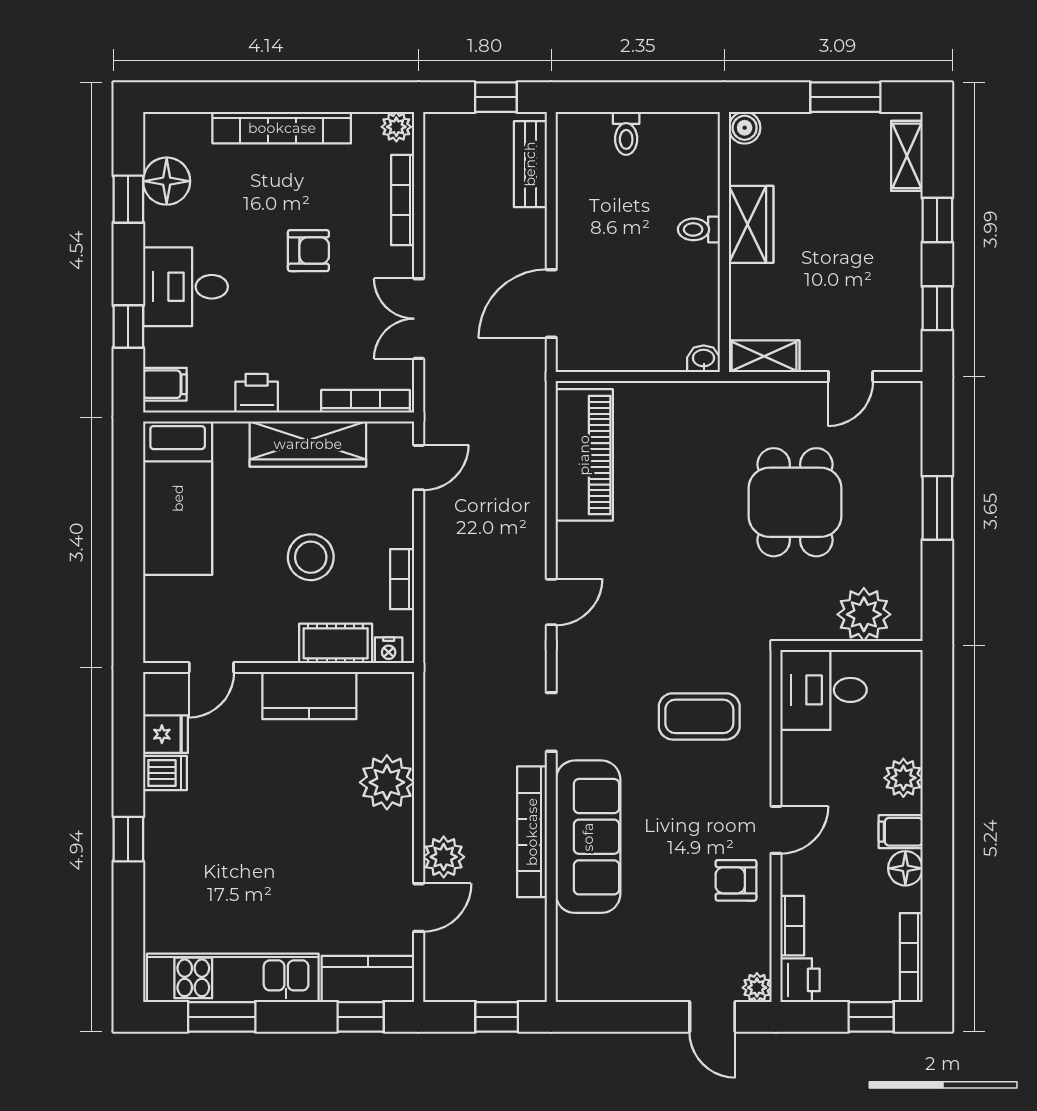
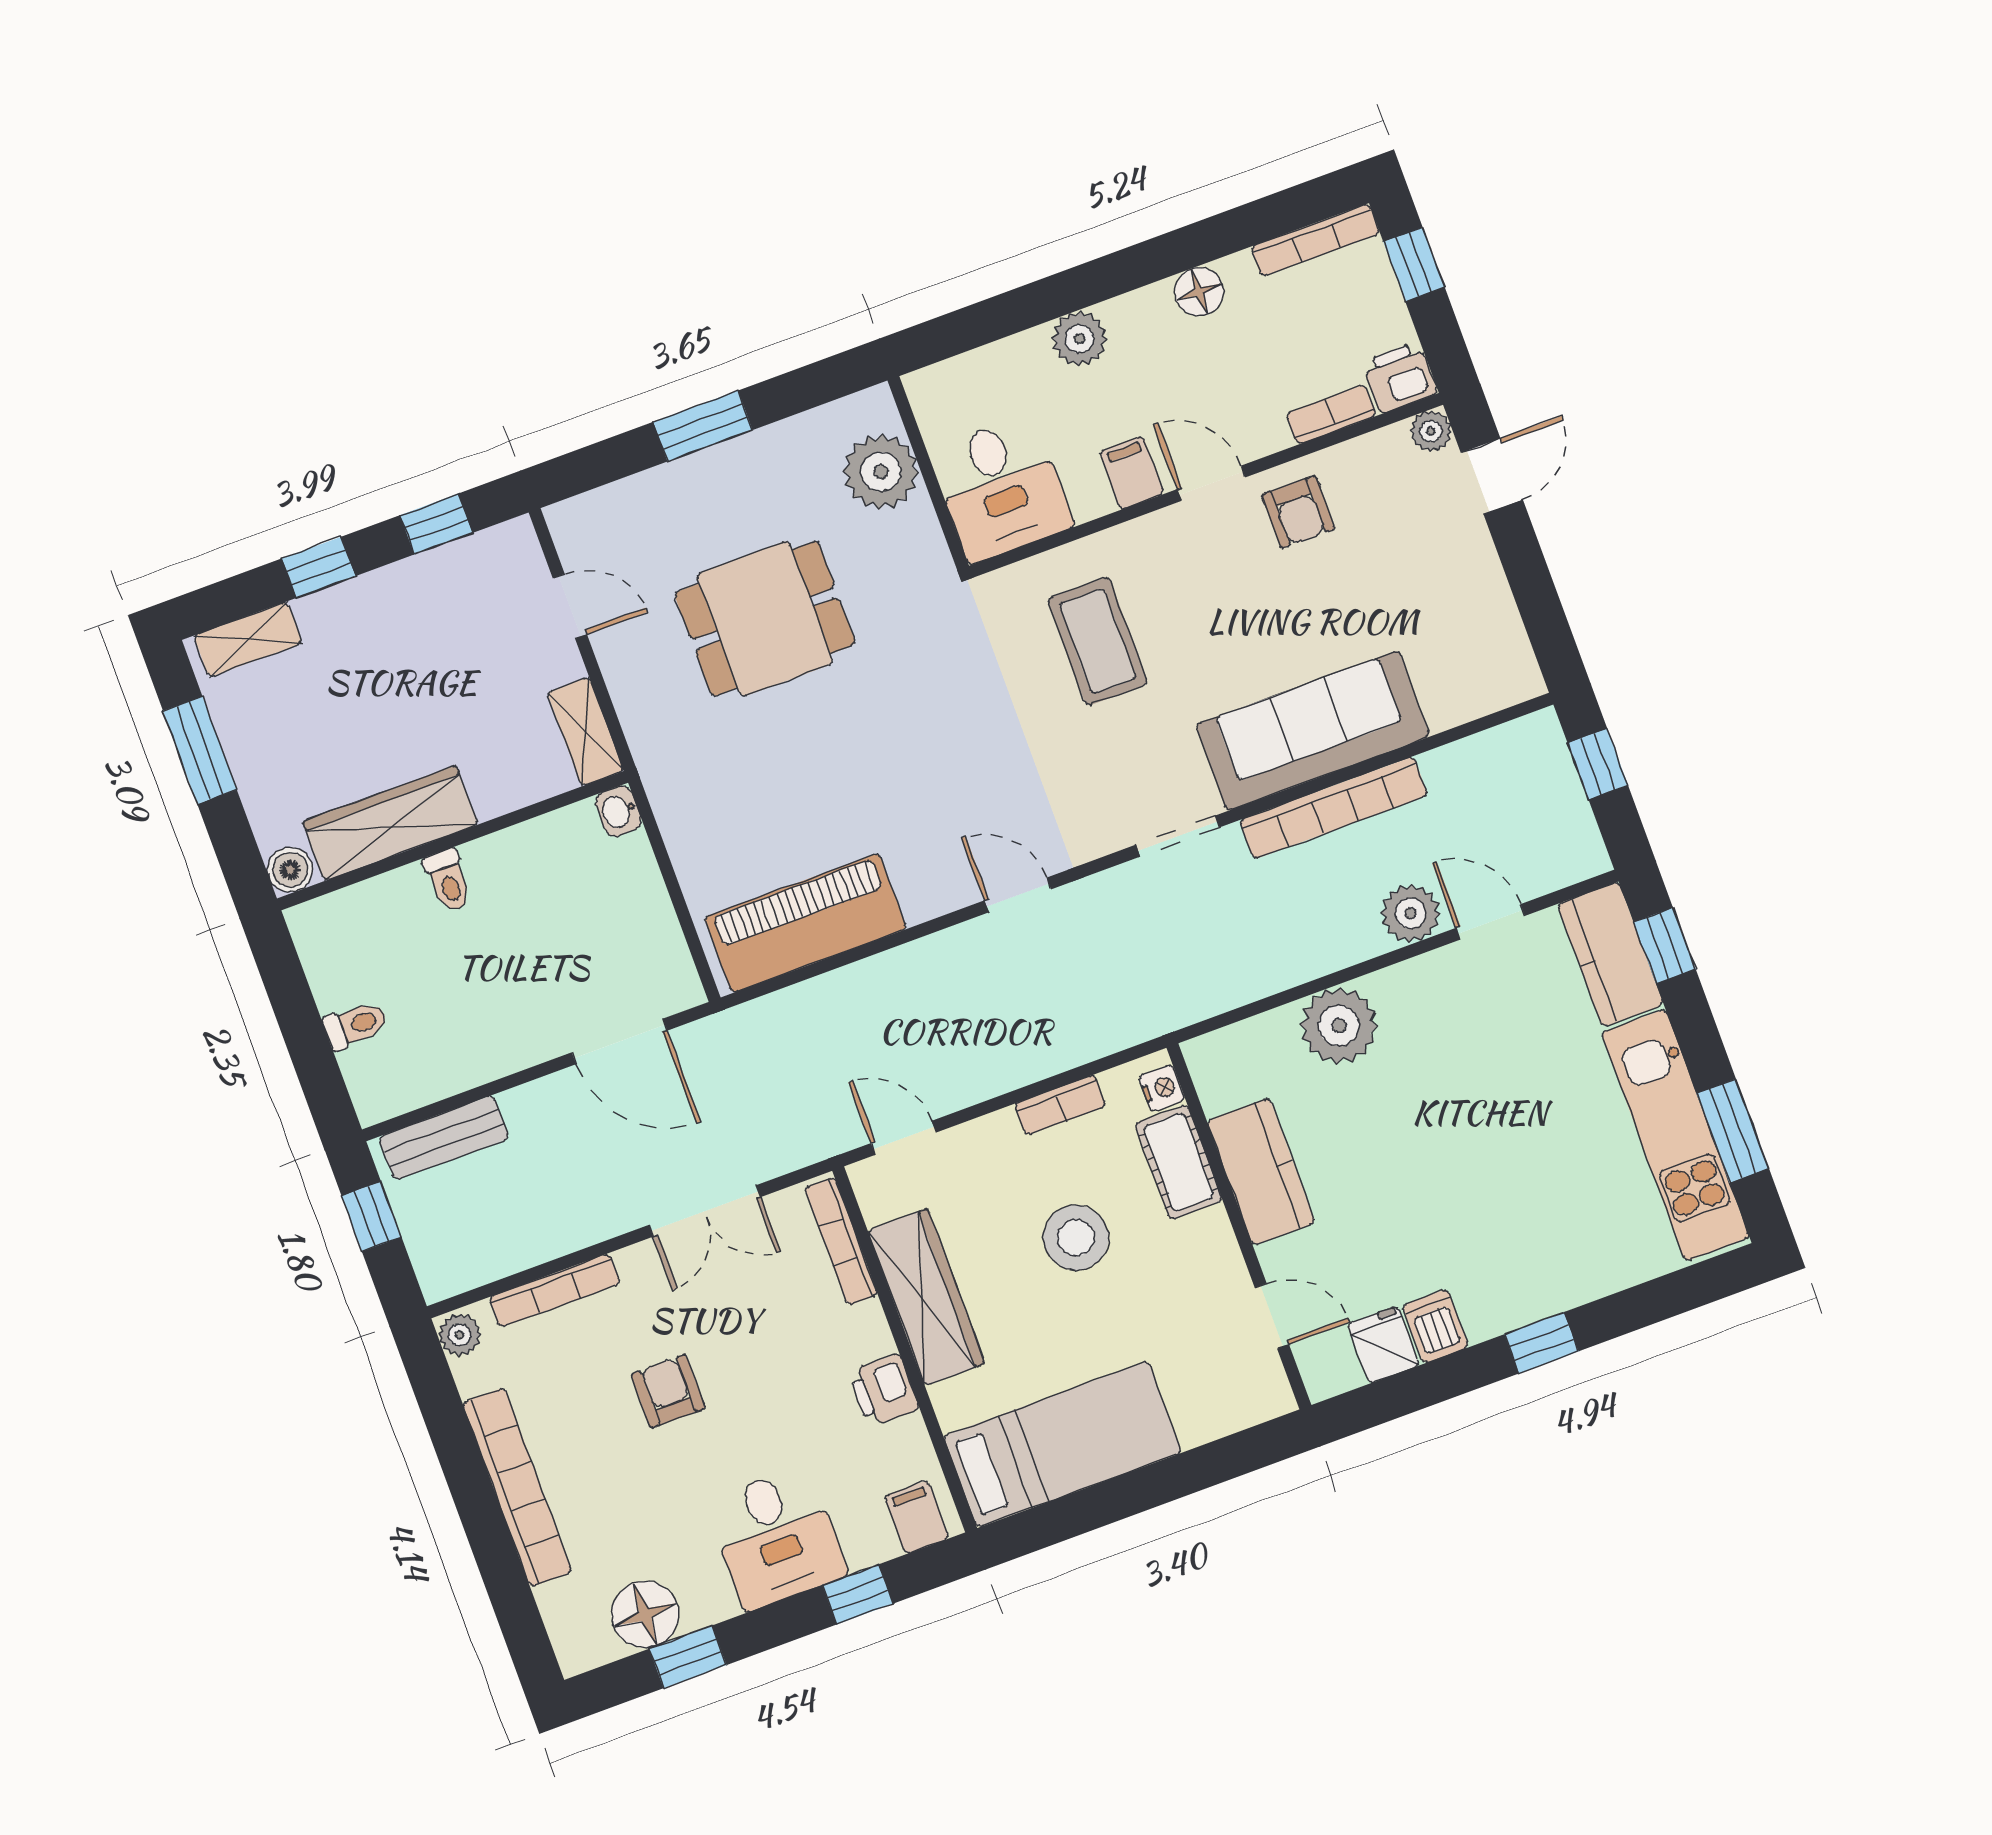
wardrobe: (751, 224) -> (390, 823), width x1.50
filing cabinet: (901, 832) -> (1132, 473), moved, turned 180

